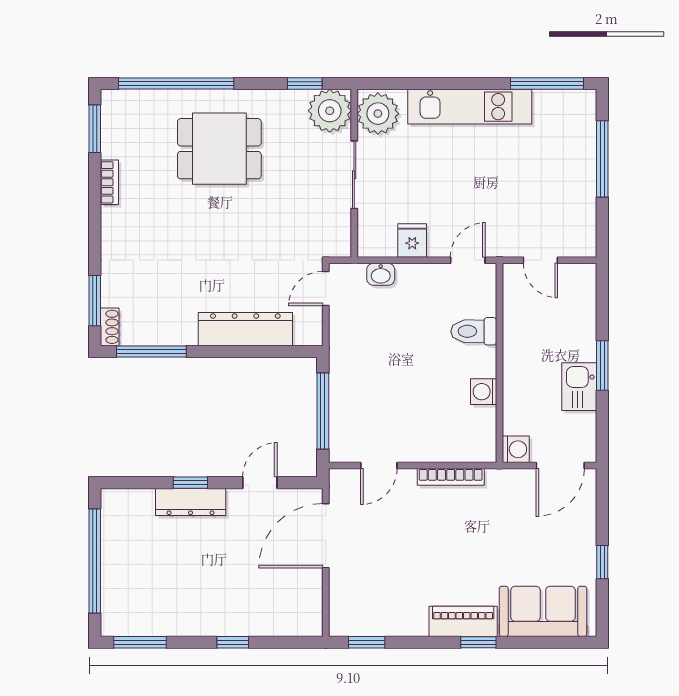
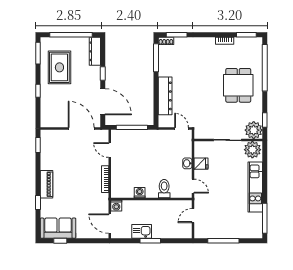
window: (602, 159) -> (223, 241), moved
washbasin: (381, 274) -> (187, 163), moved
door: (260, 483) -> (103, 102), width x1.88
dresser: (191, 502) -> (95, 51), moved
window: (602, 562) -> (60, 241), moved
rug: (175, 589) -> (59, 67), added
sofa: (543, 611) -> (58, 228), moved, turned -90
window: (478, 642) -> (38, 203), moved

